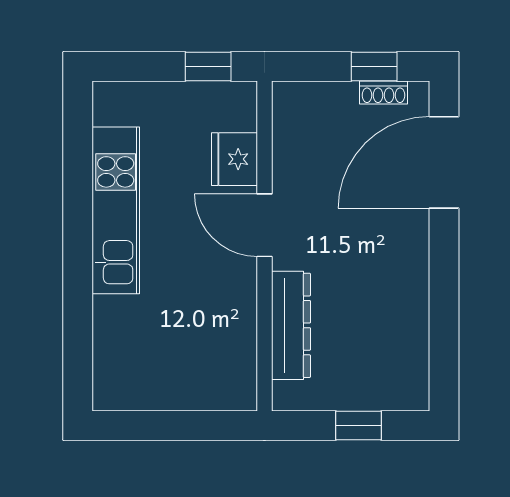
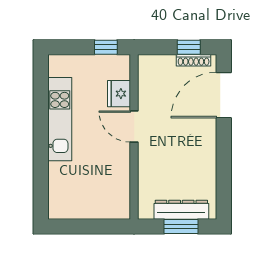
shoe rack: (383, 92) -> (194, 60), width x1.43
dresser: (291, 325) -> (181, 210), moved, turned -90
window: (358, 425) -> (181, 227), width x1.50

